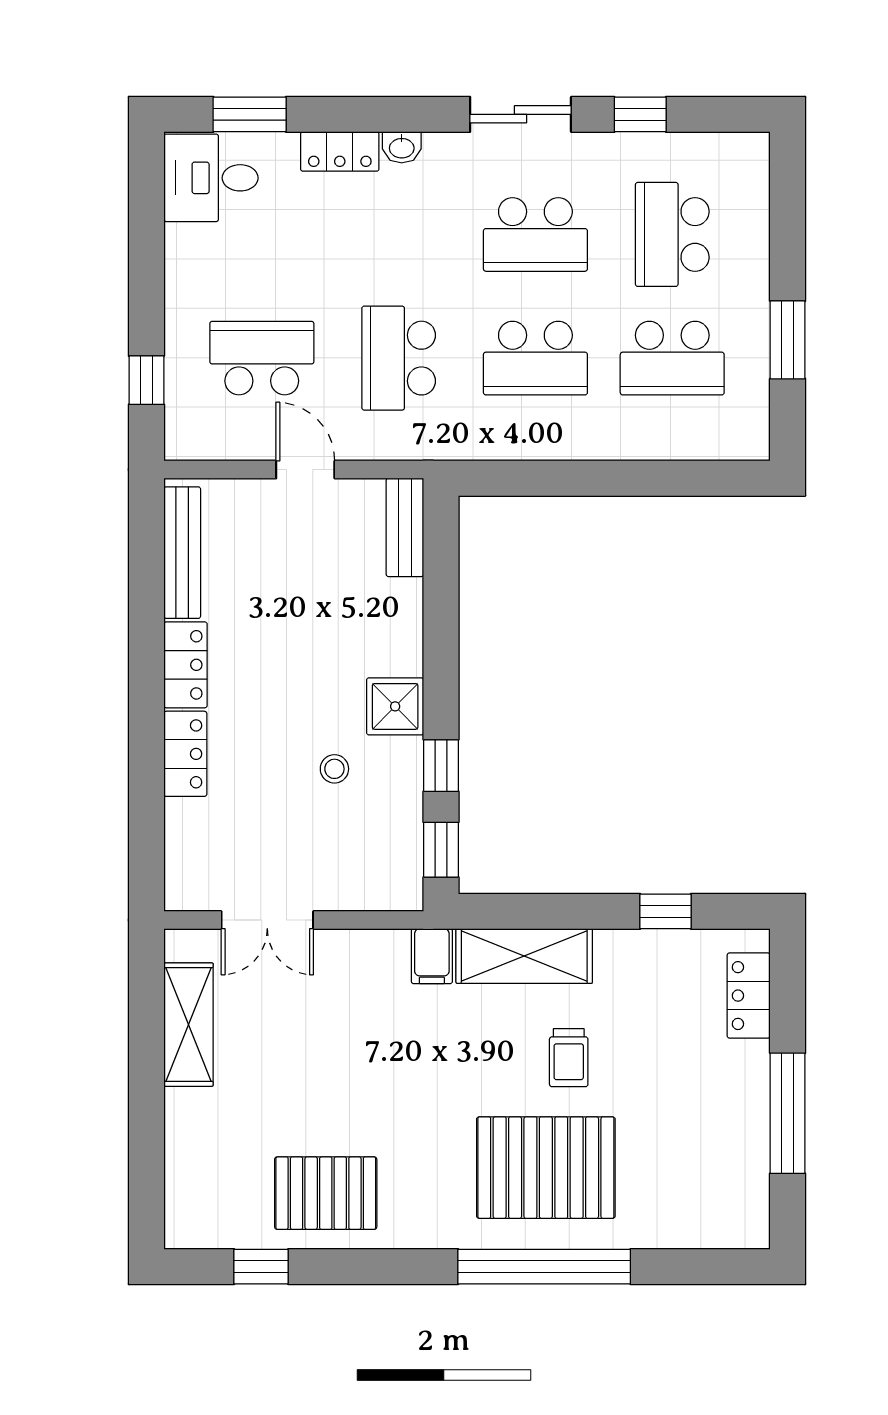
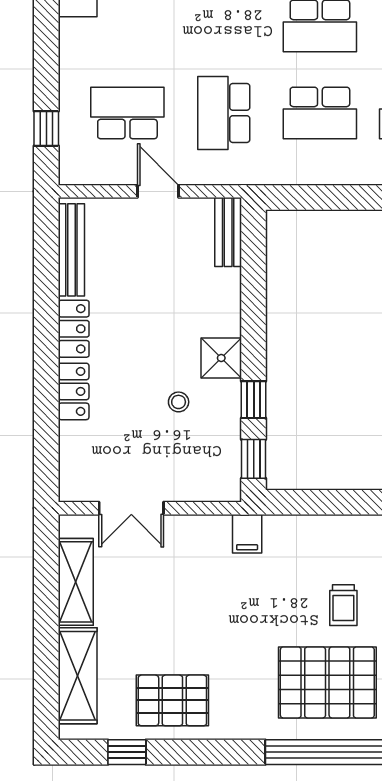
shelving: (524, 956) -> (78, 676), moved, turned 90

